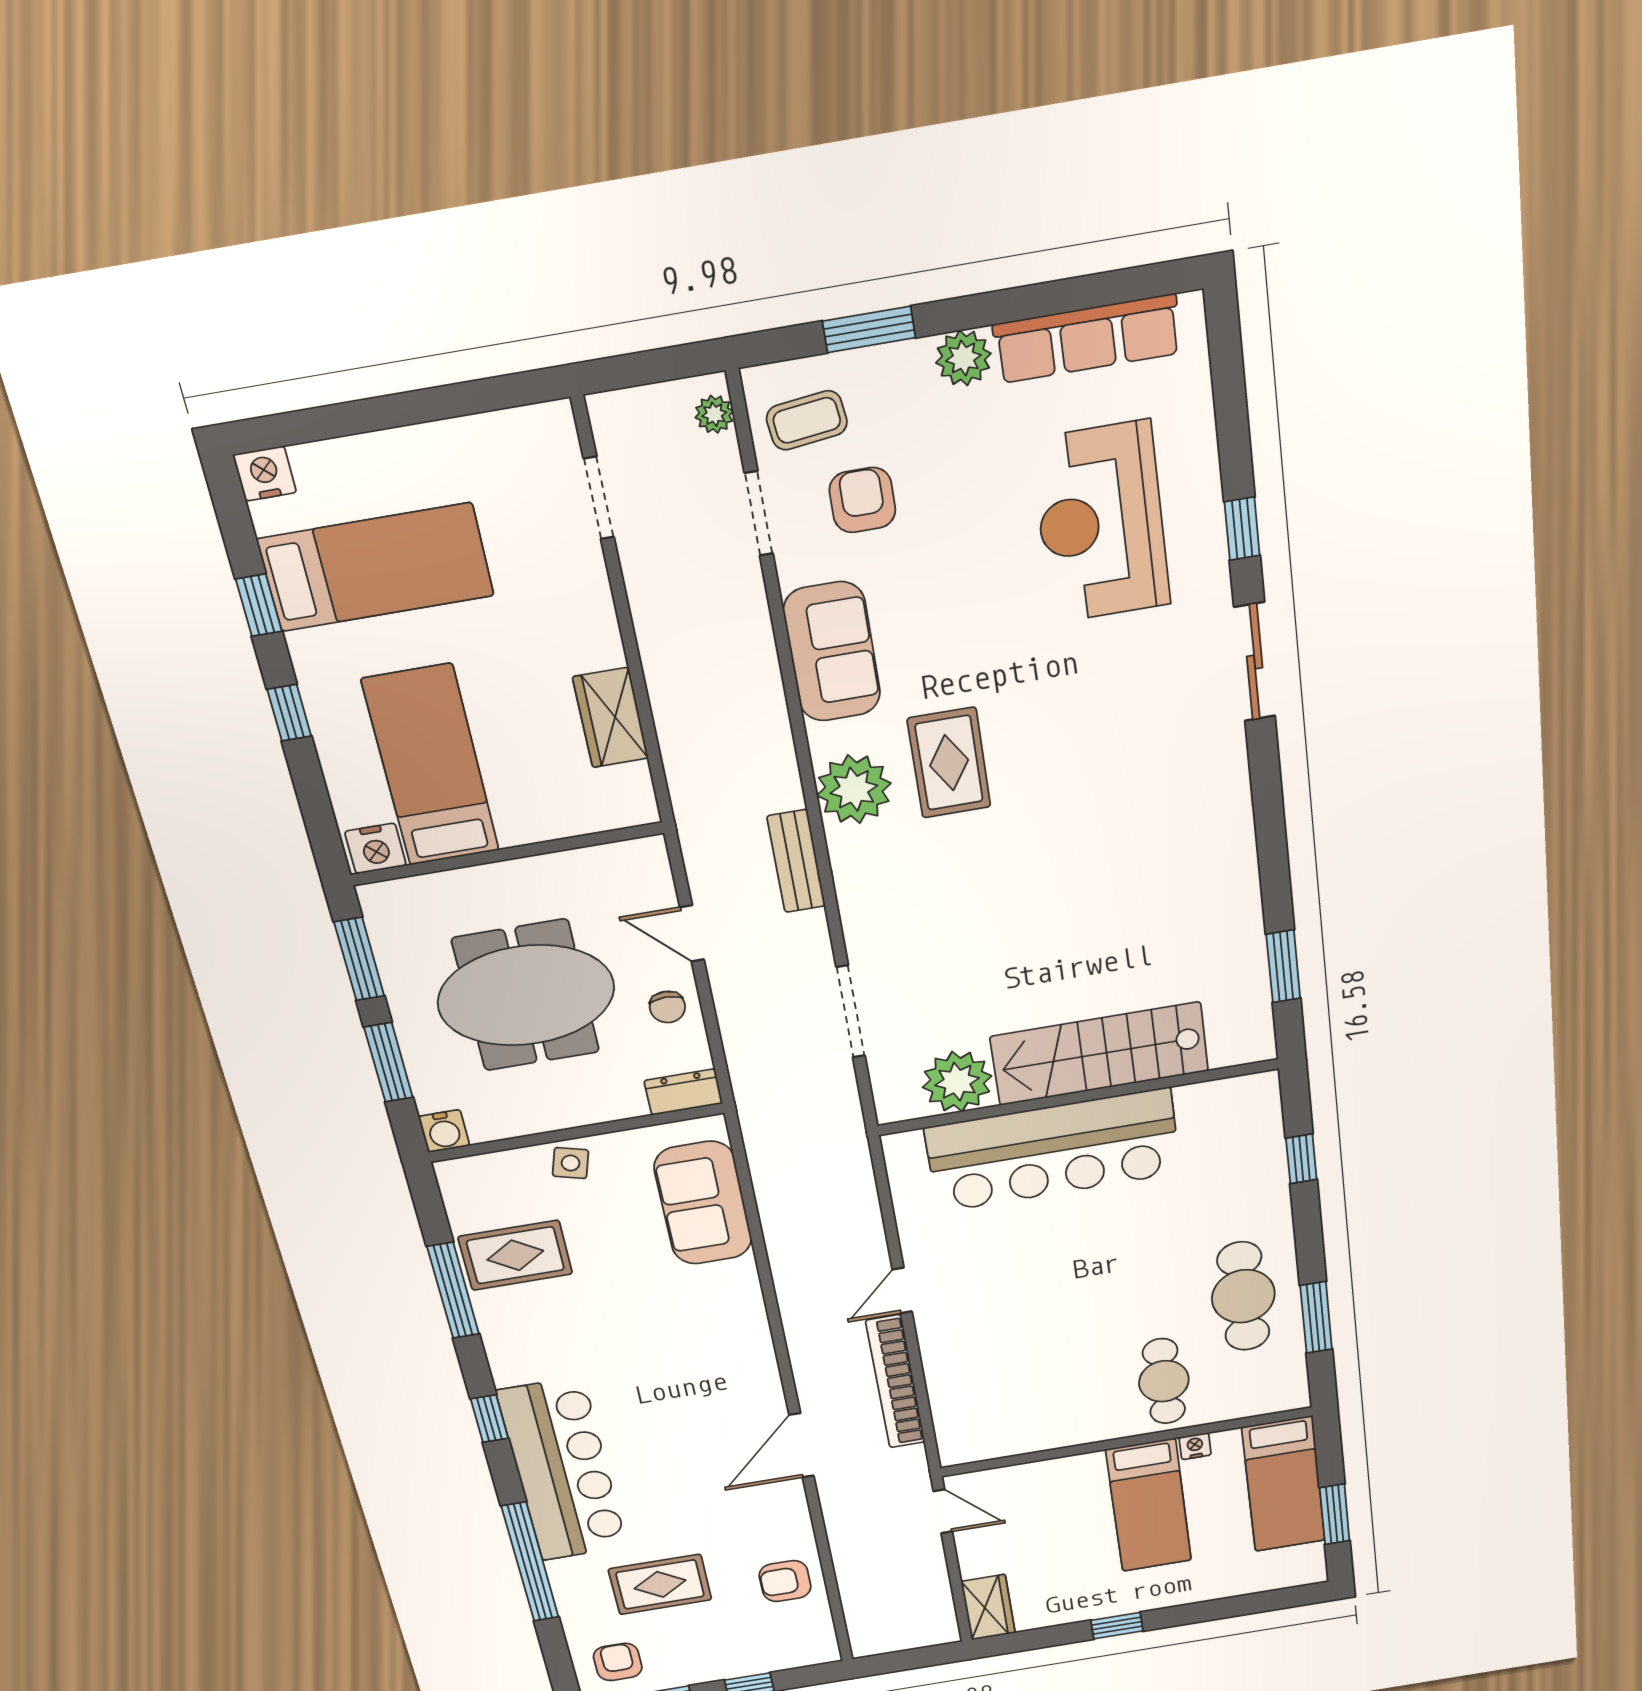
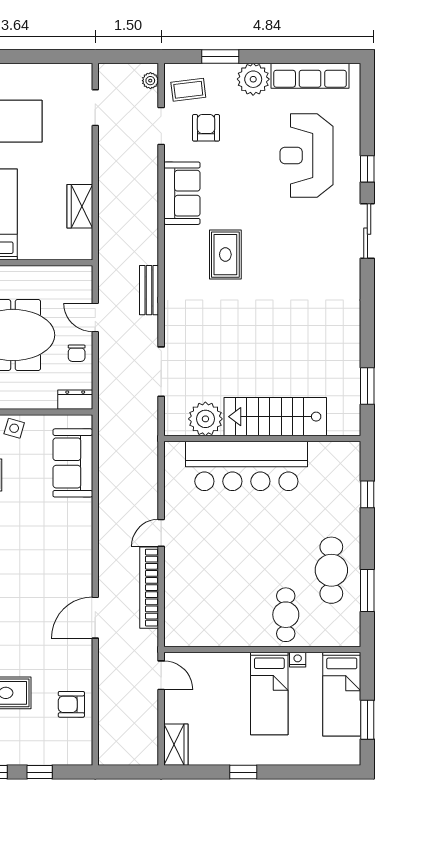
plant: (963, 358) -> (253, 79), width x1.36, depth x1.36
plant: (854, 789) -> (181, 260), removed

